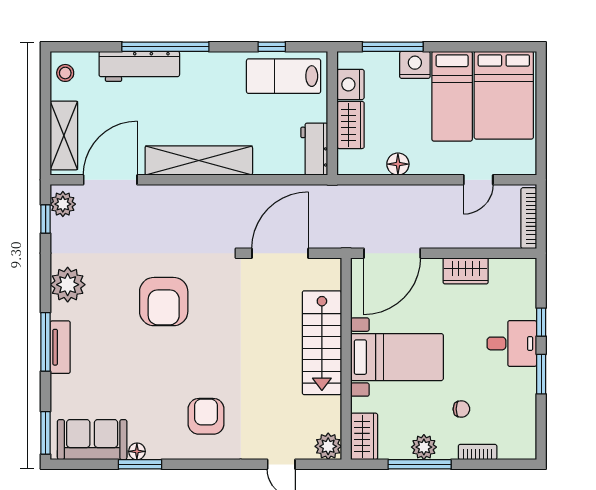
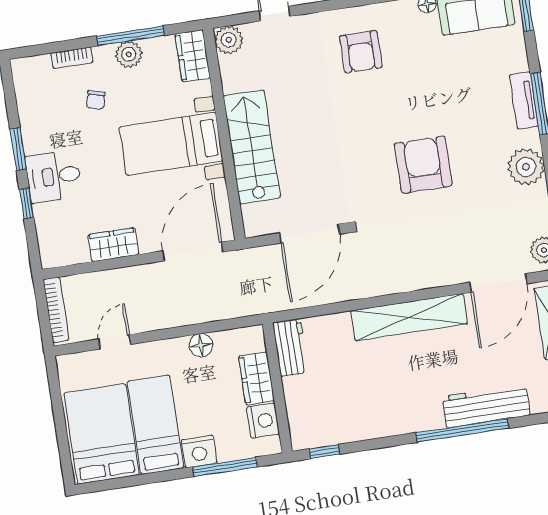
window: (272, 47) -> (324, 452), moved
lab bench: (284, 76) -> (334, 419), removed
chair: (461, 409) -> (96, 100), turned -75

